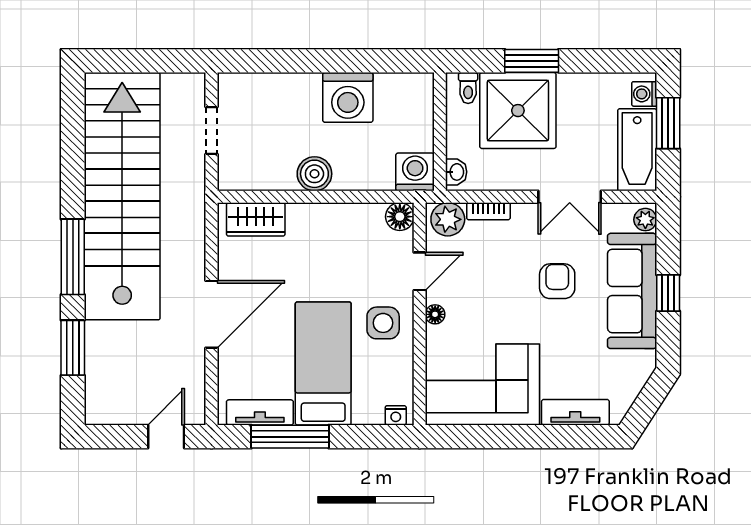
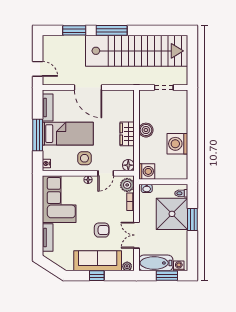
wardrobe: (256, 219) -> (127, 134), moved
door: (420, 271) -> (106, 173), hinge flipped
window: (290, 437) -> (38, 135), moved

